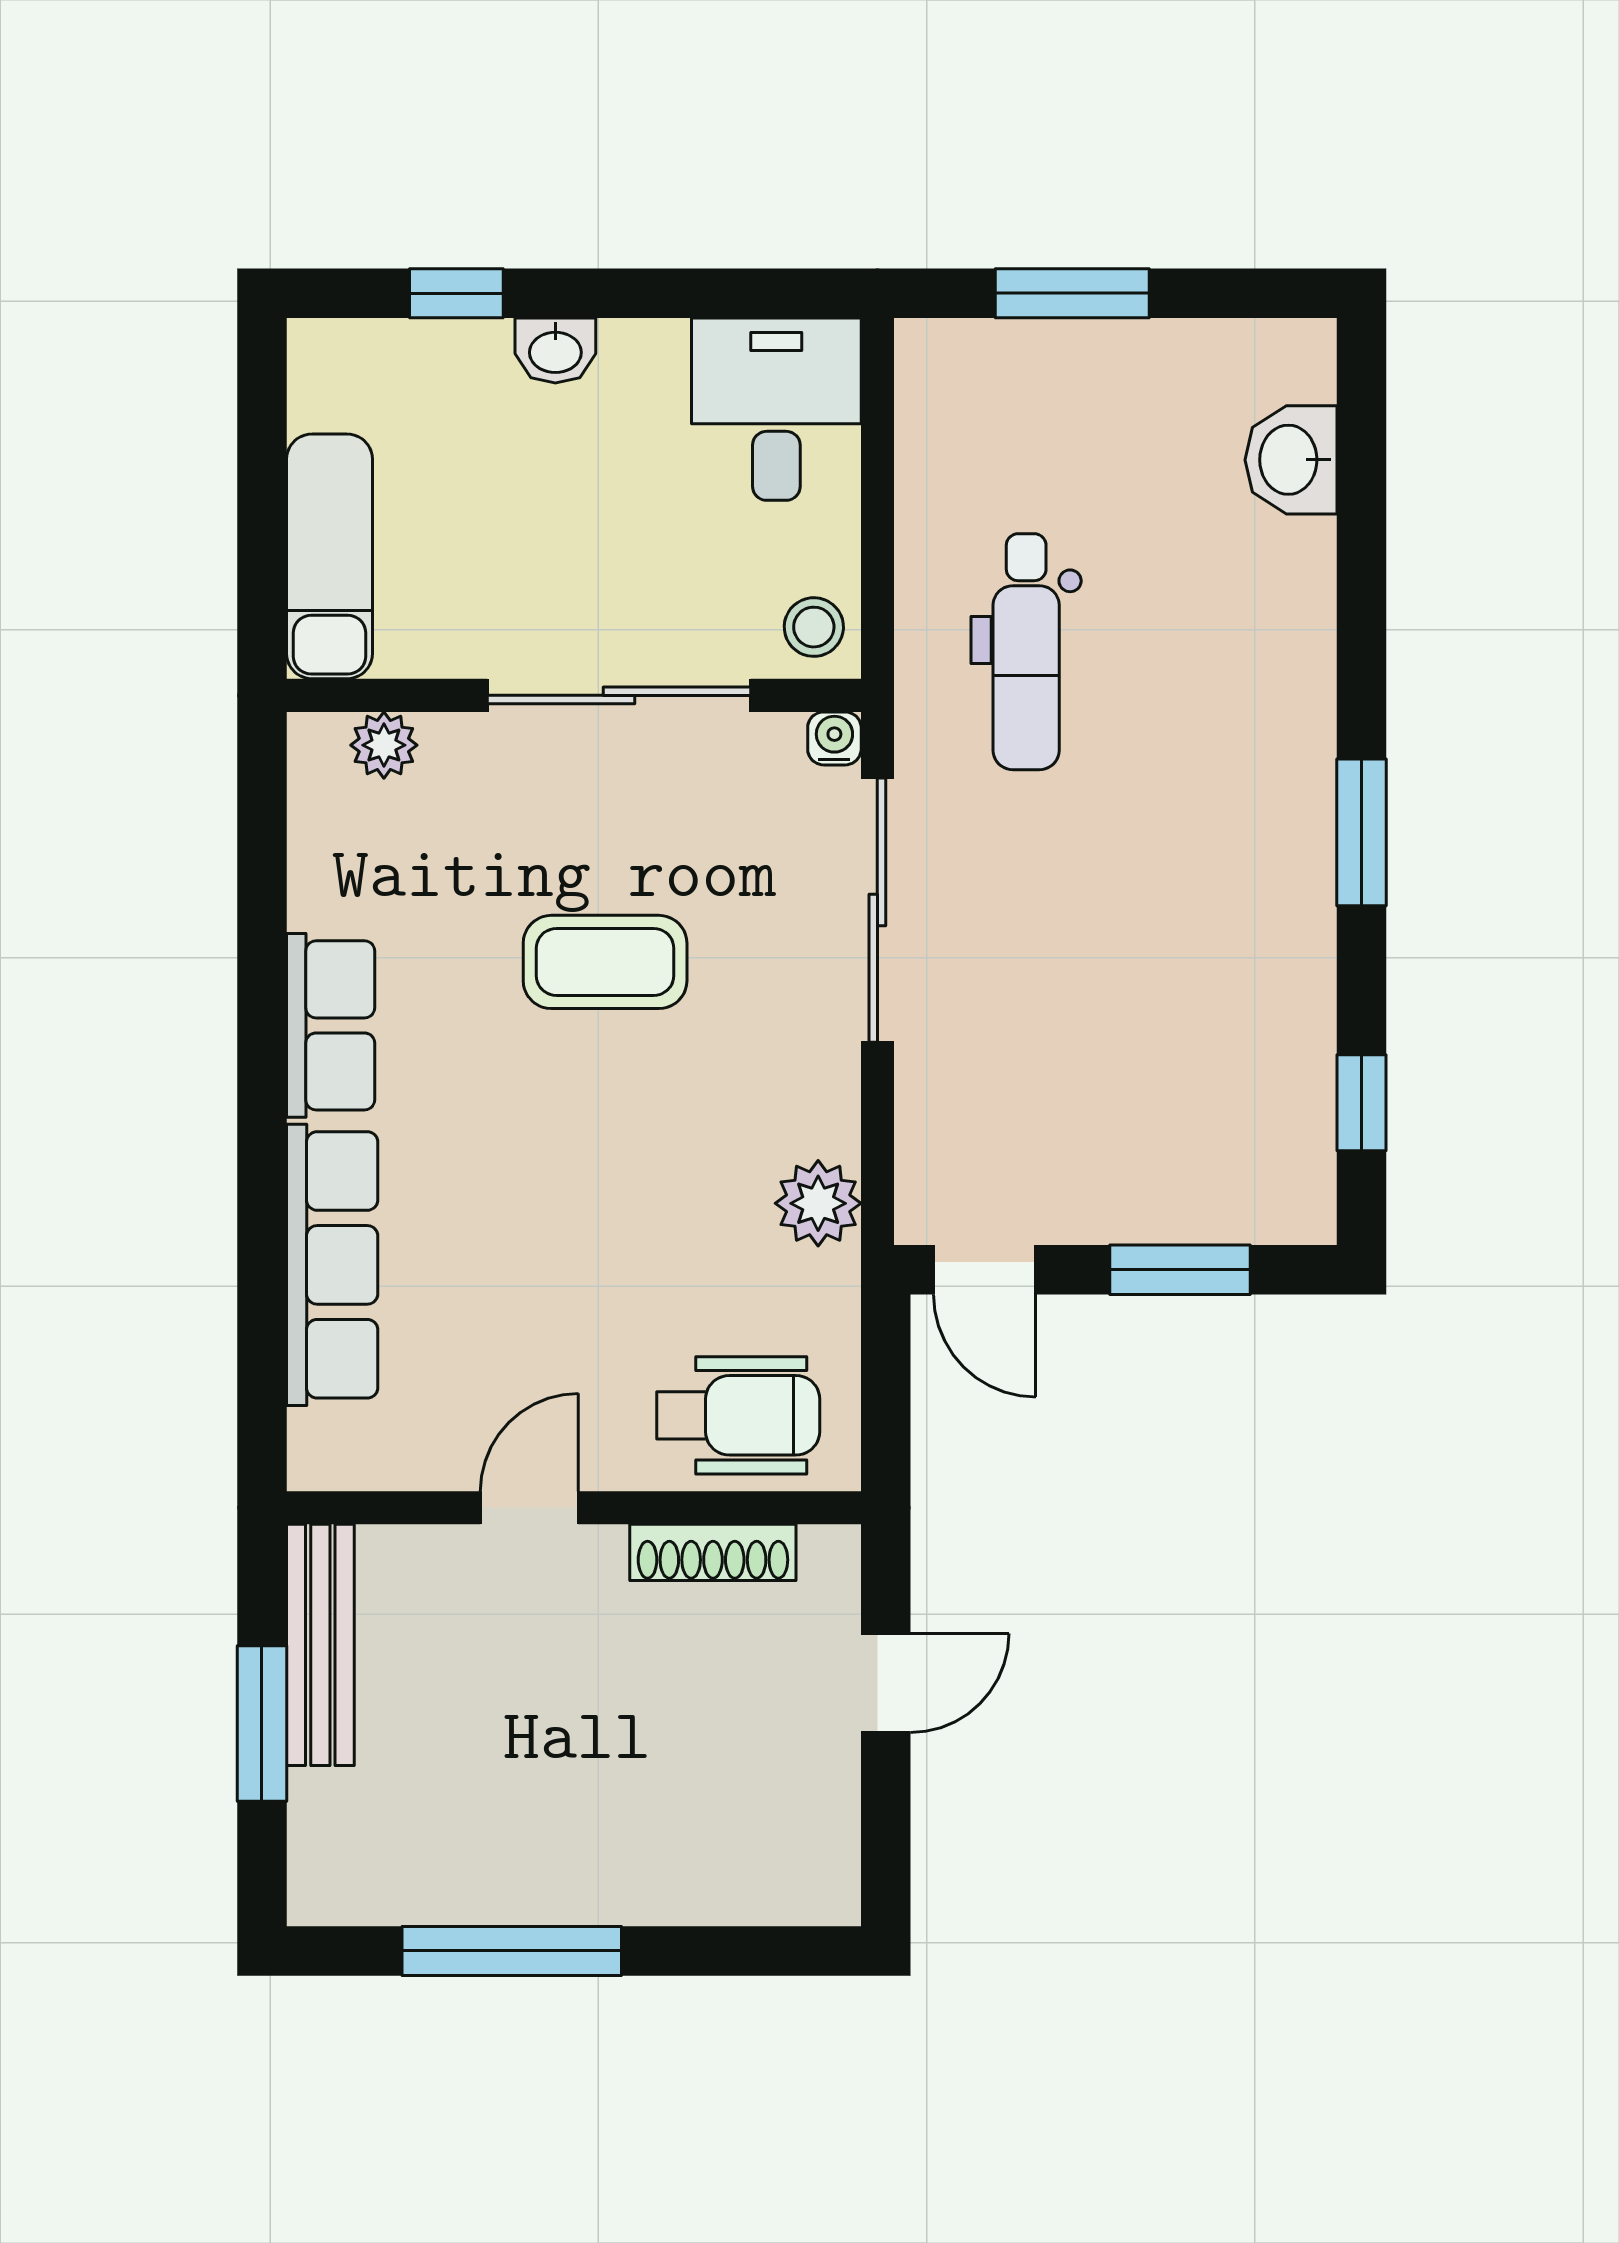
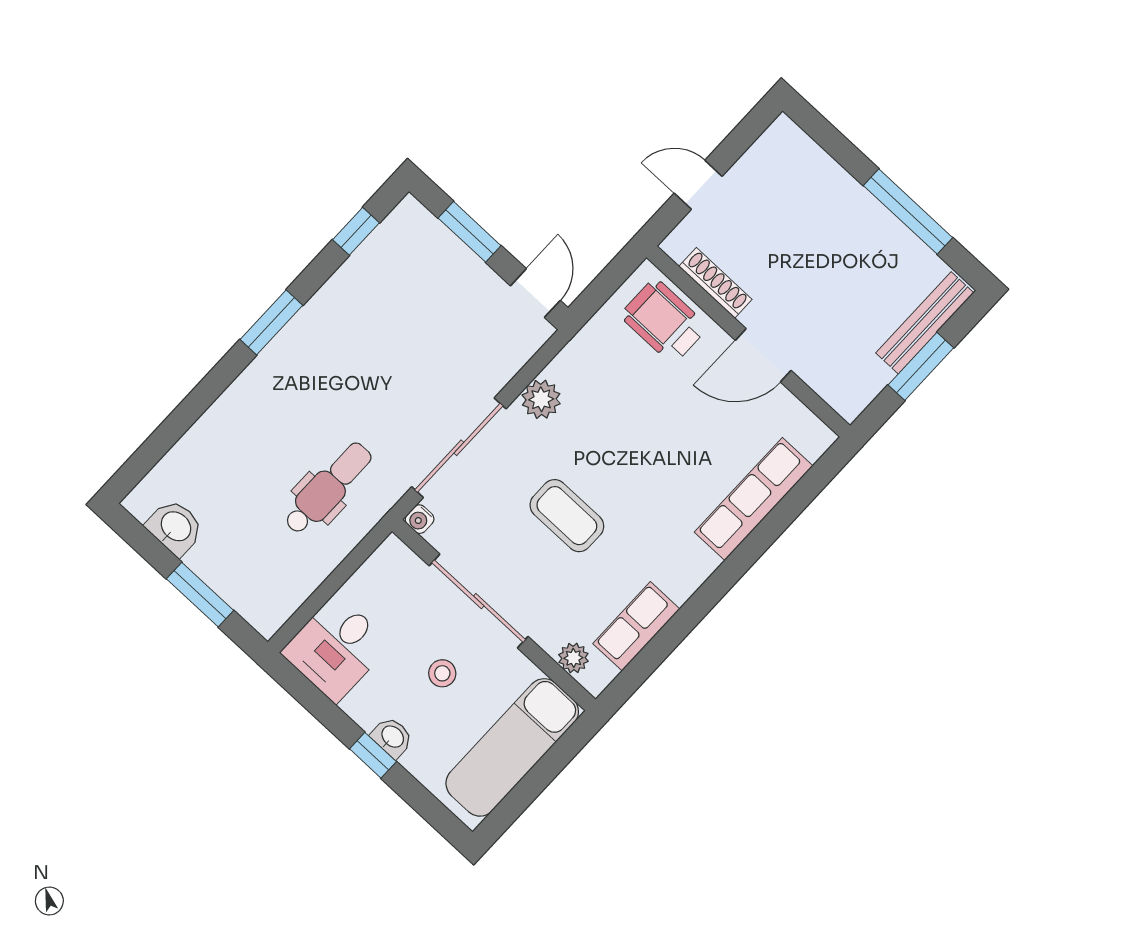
window: (456, 293) -> (373, 755), moved
washbasin: (1291, 460) -> (175, 527), moved, turned -90
exam couch: (329, 556) -> (512, 747), width x1.36, depth x1.45
stool: (814, 627) -> (442, 673), moved
row of seats: (331, 1025) -> (636, 626), moved
plant: (818, 1203) -> (541, 399), moved
door: (529, 1508) -> (763, 355), width x1.38
bench: (320, 1645) -> (925, 323), moved

